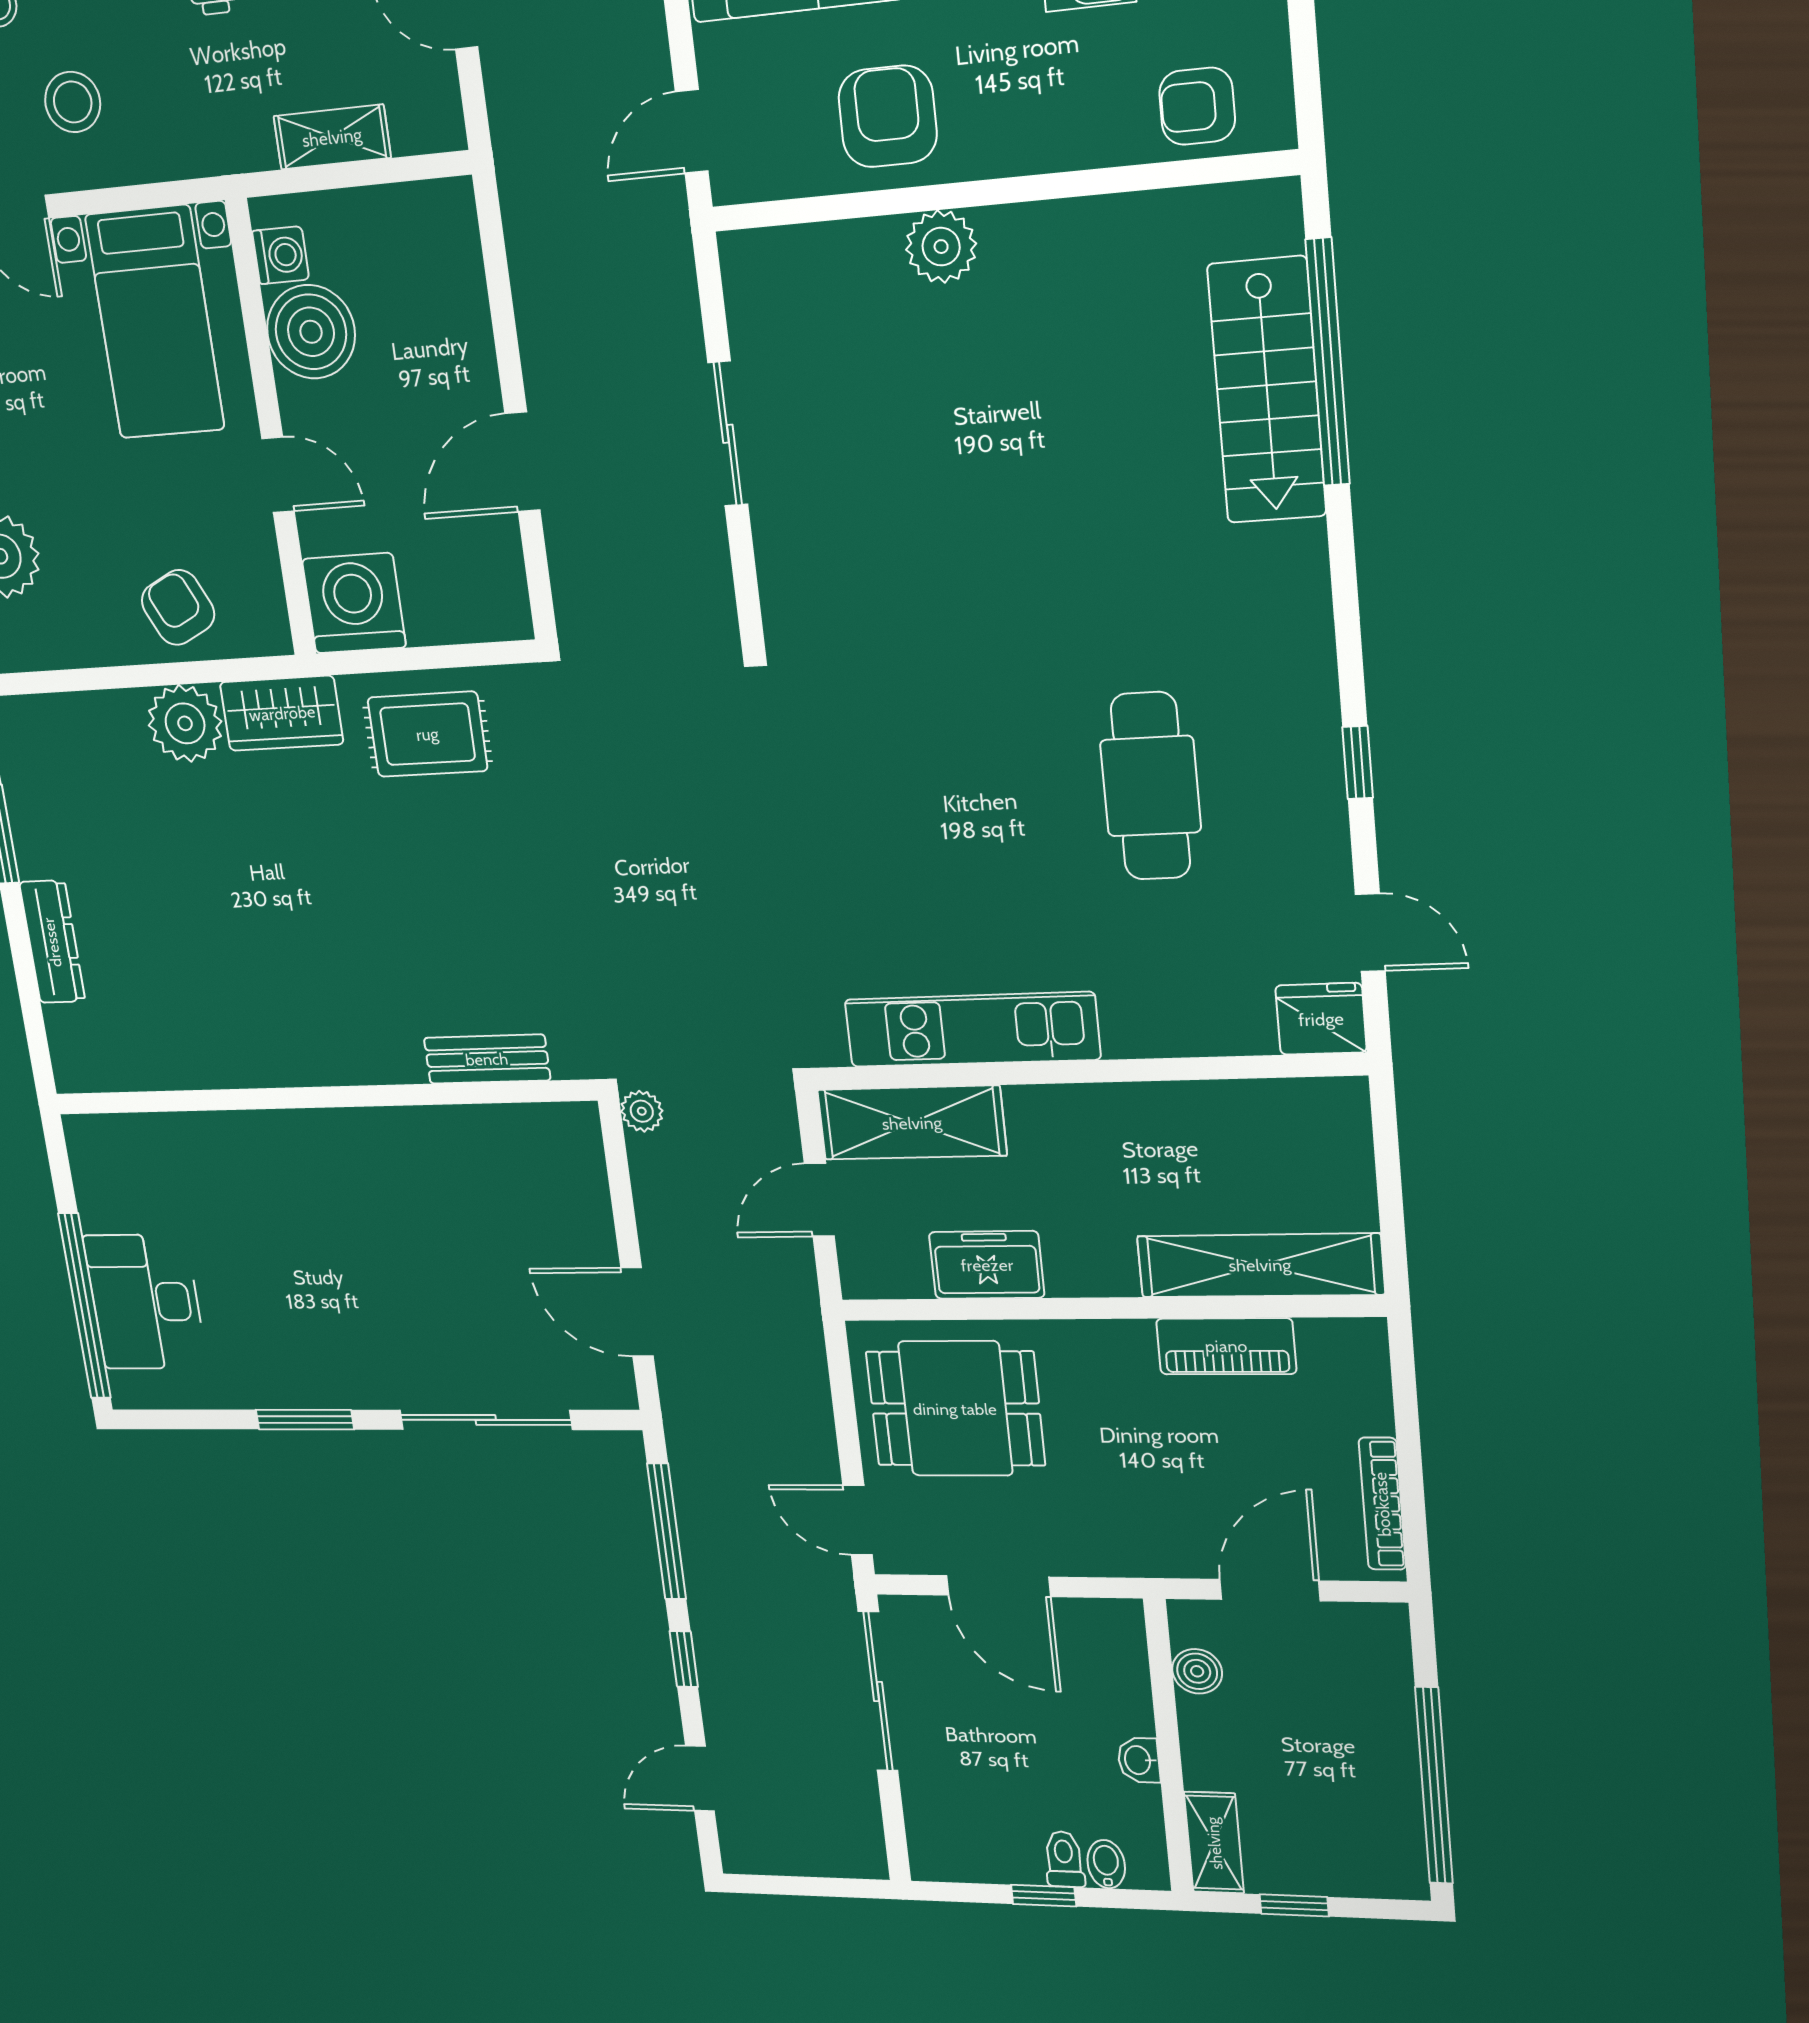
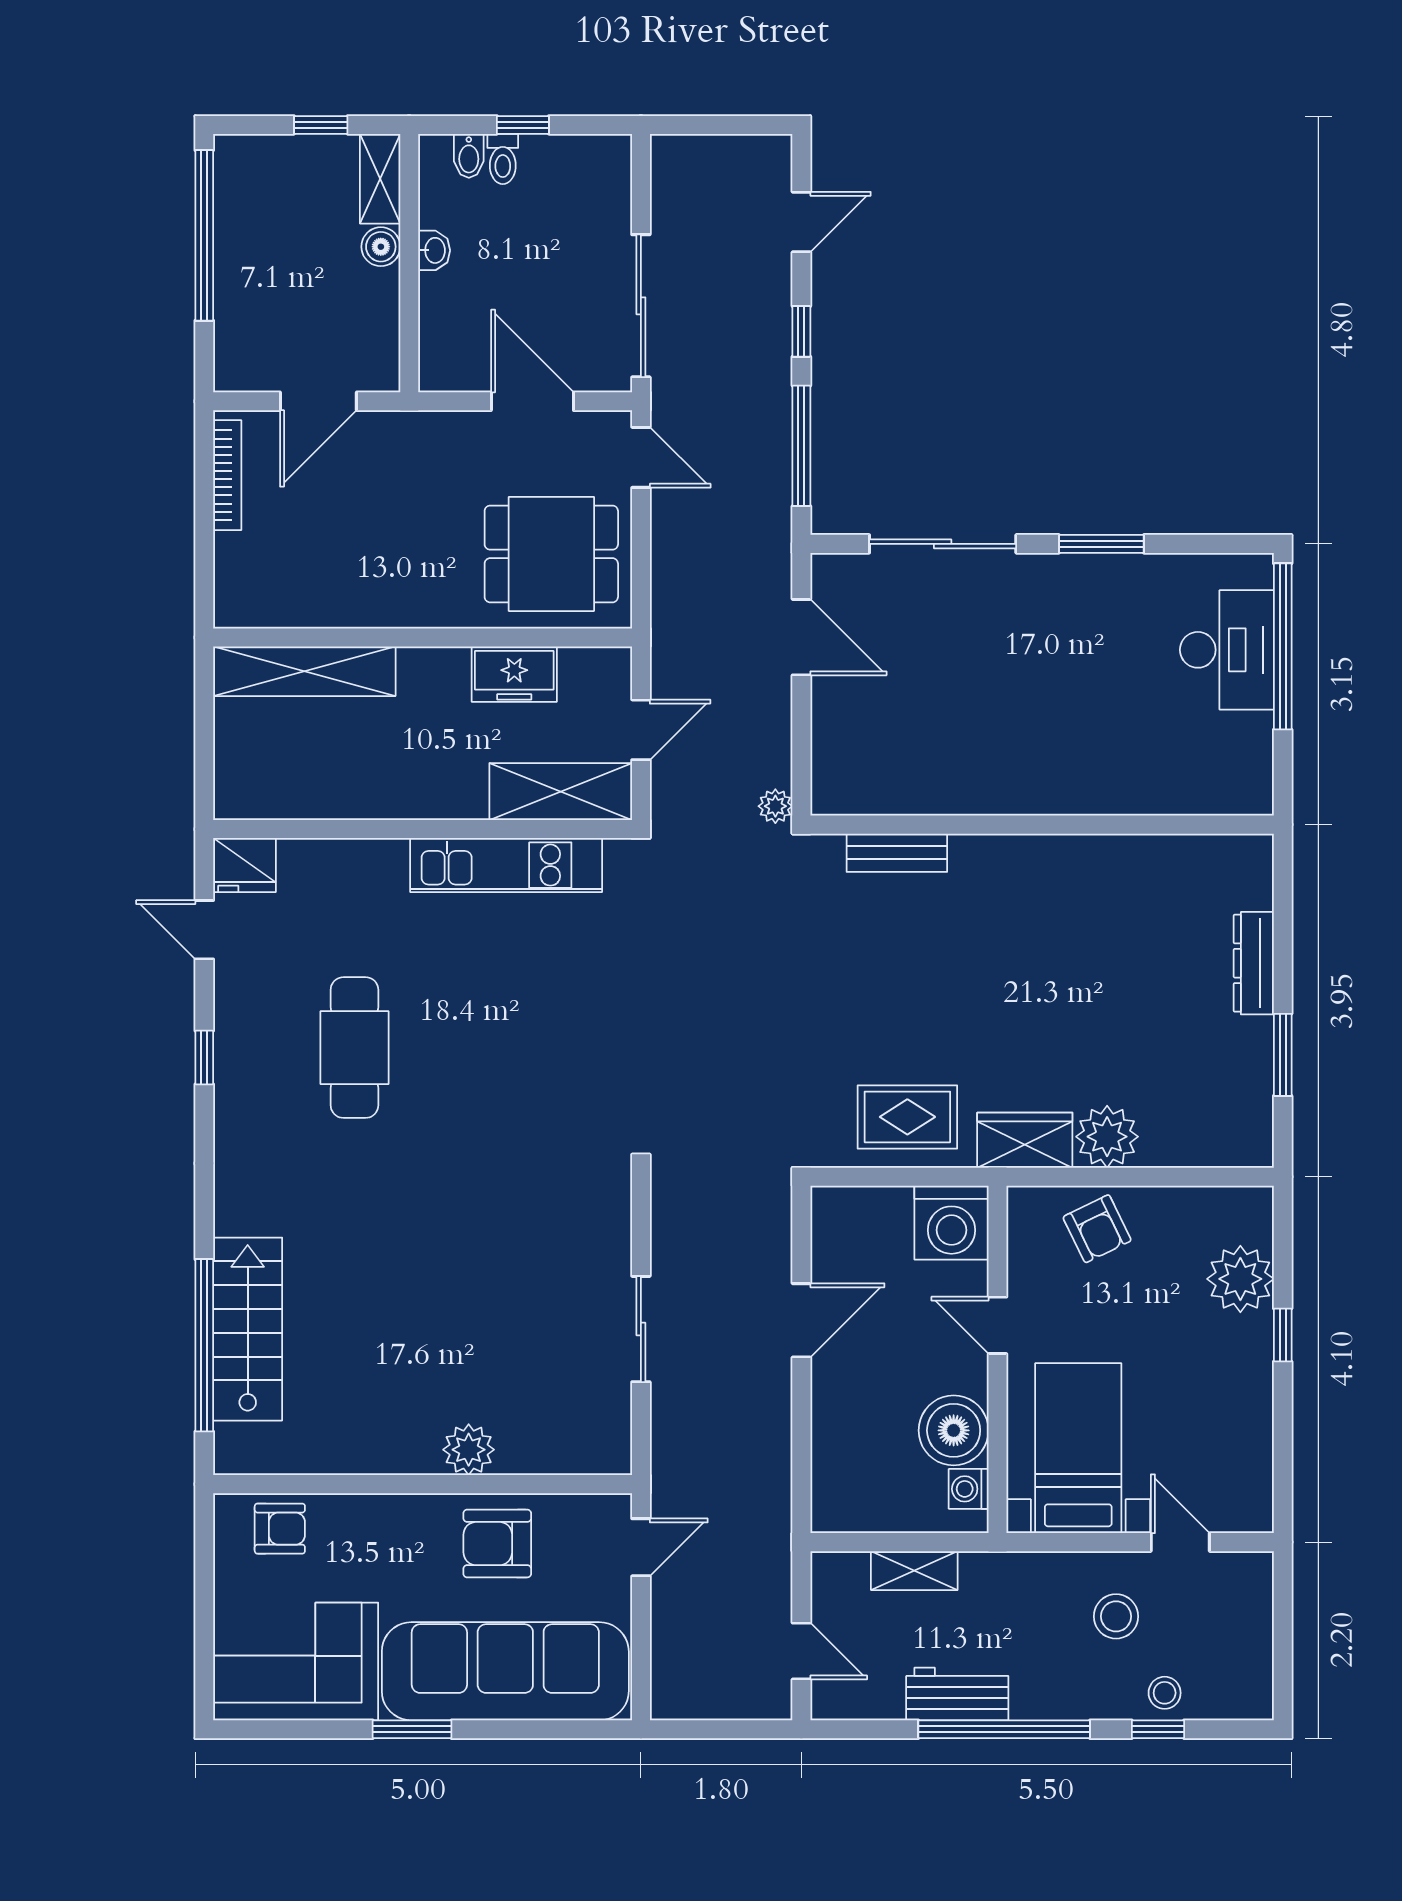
armchair: (888, 116) -> (497, 1544), turned 90
piano: (1226, 1346) -> (336, 605), removed
boiler: (1197, 1671) -> (381, 247), moved

